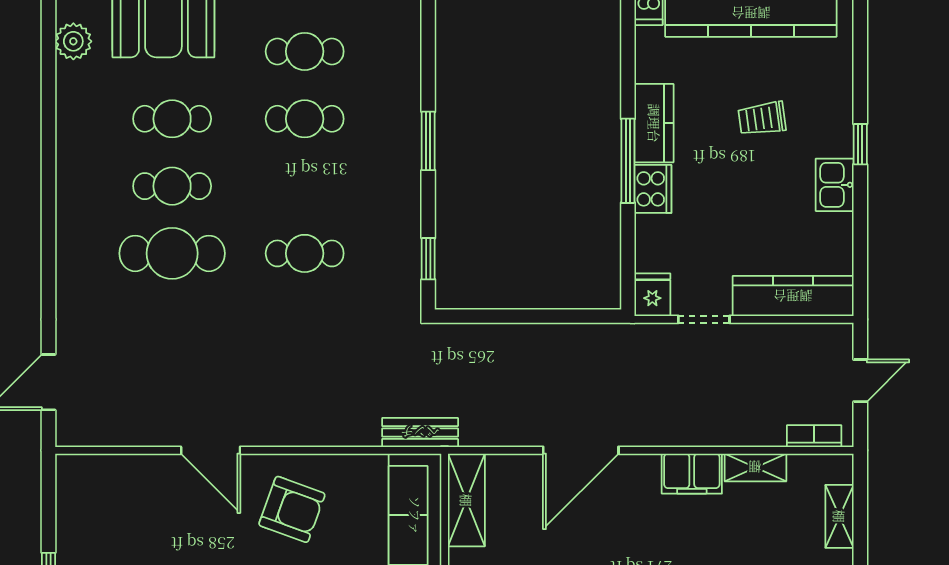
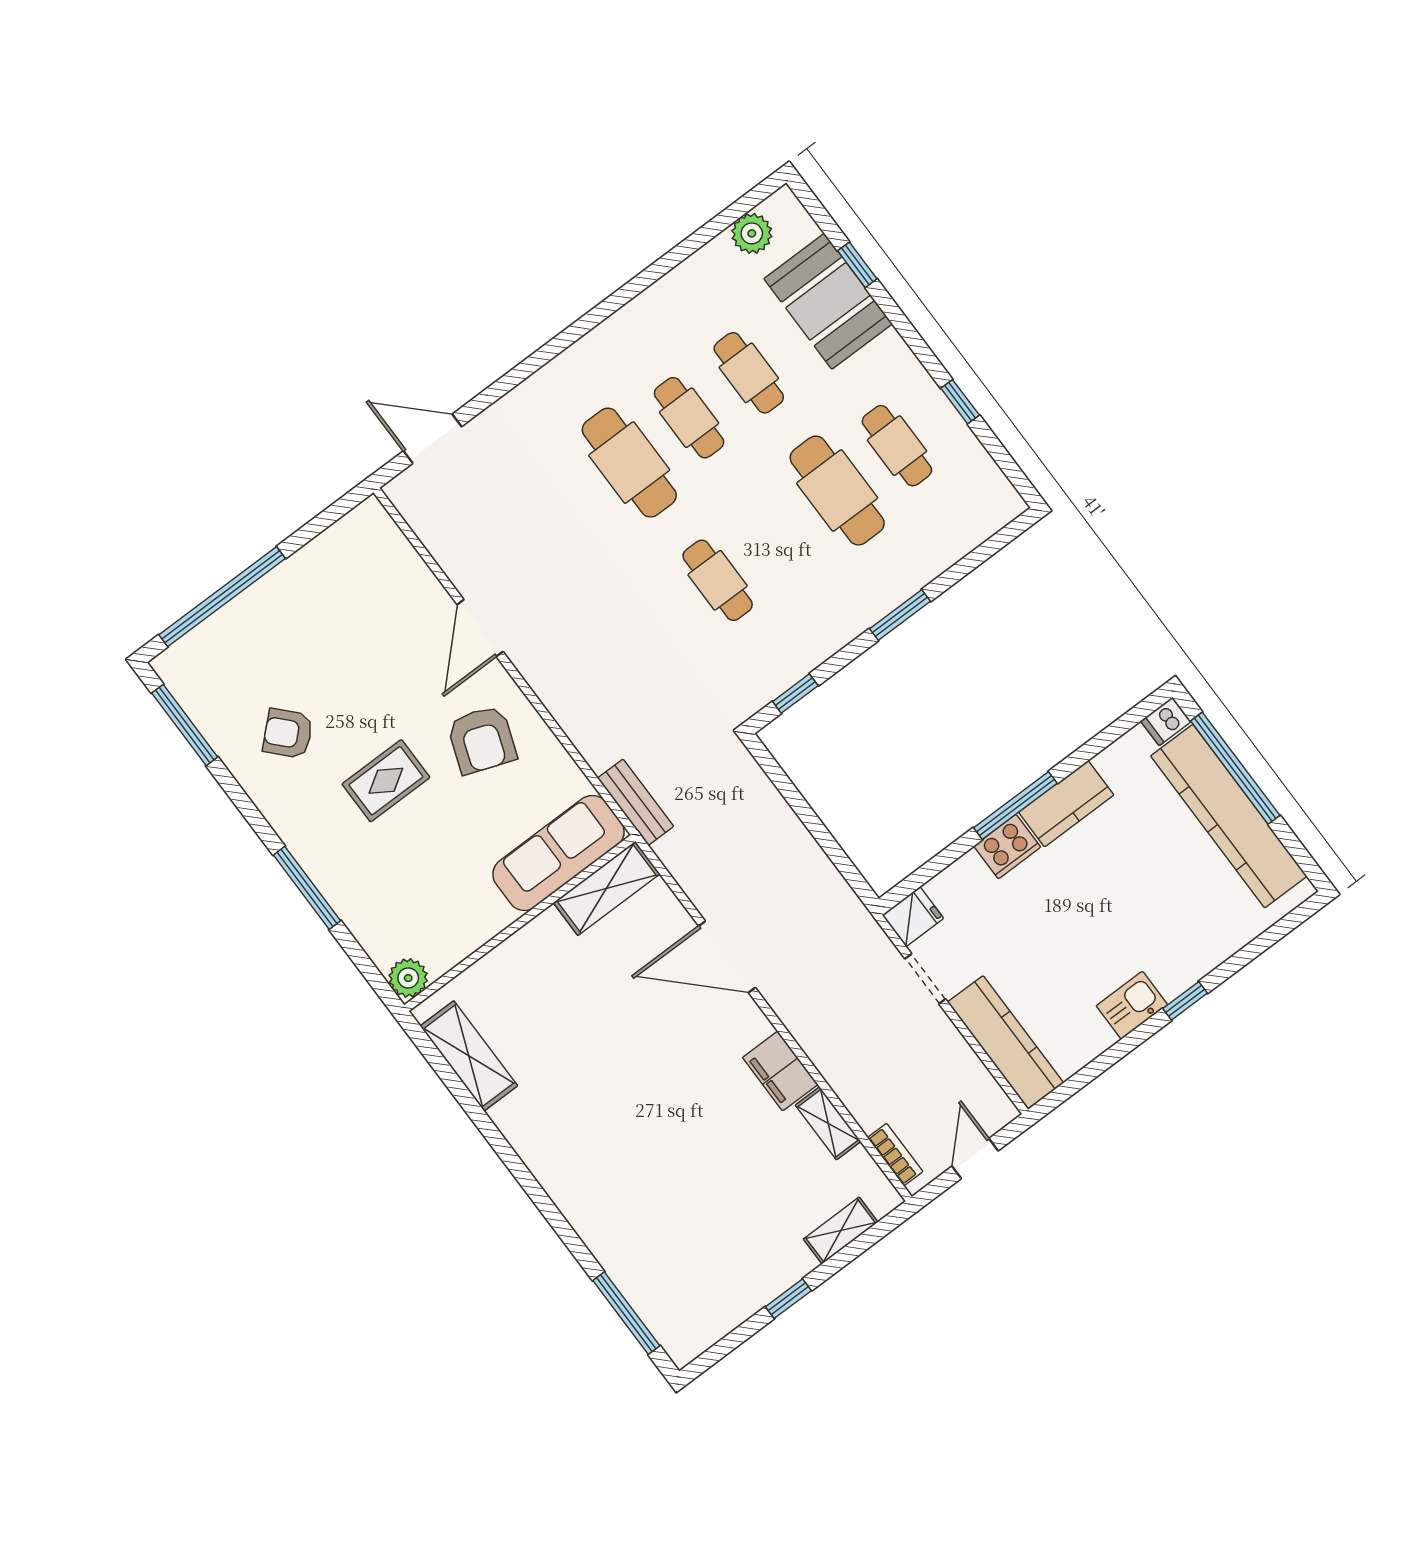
cafe table: (305, 119) -> (837, 491), width x1.37, depth x1.35
trolley: (762, 119) -> (1142, 897), removed
door: (860, 381) -> (975, 1159), swing flipped

